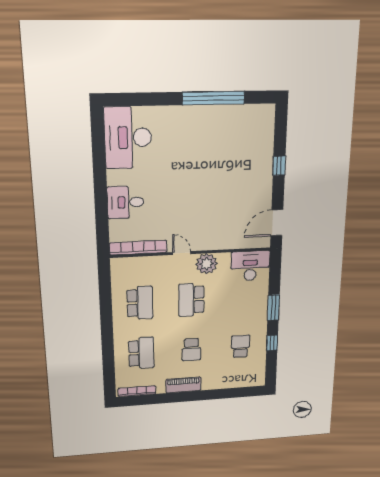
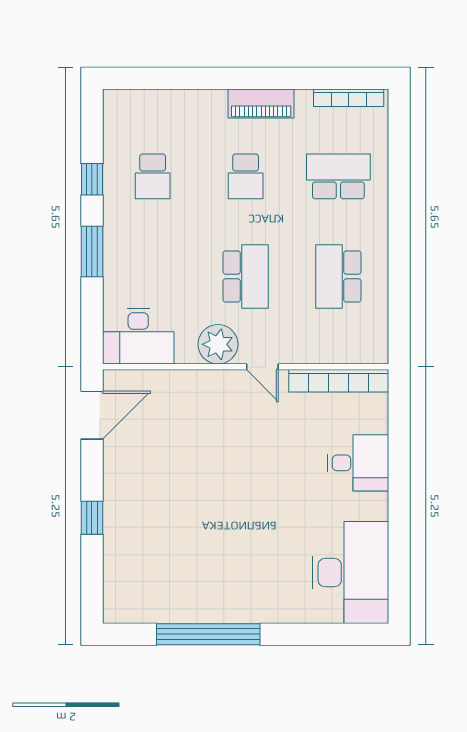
school desk: (191, 350) -> (246, 176), turned 180
school desk: (141, 353) -> (338, 176), turned 90

